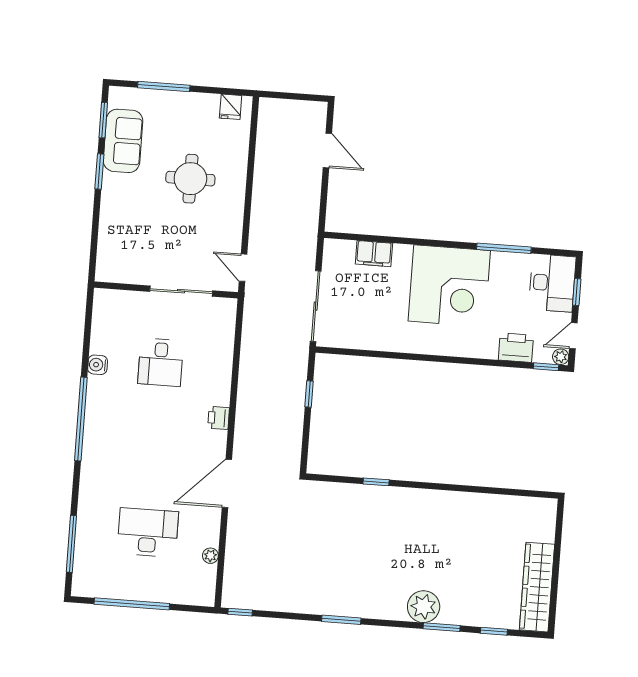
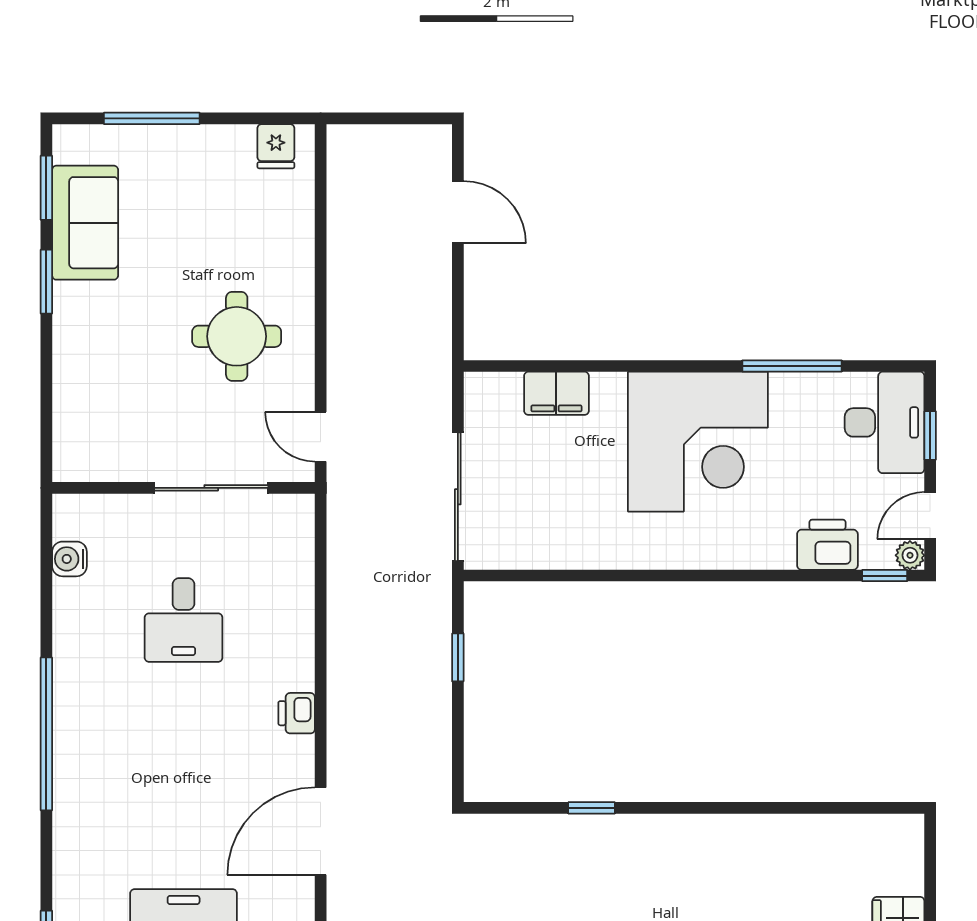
round table: (190, 179) -> (237, 336), moved
water cooler: (98, 365) -> (69, 559), moved

